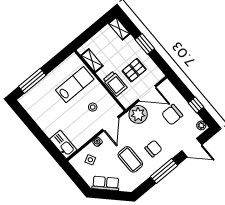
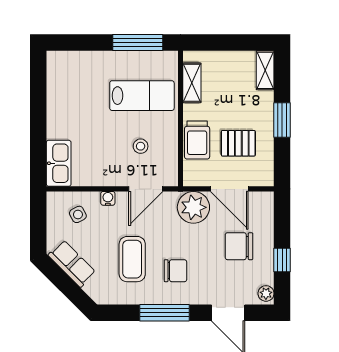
window: (32, 81) -> (138, 43), moved

